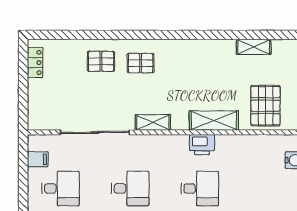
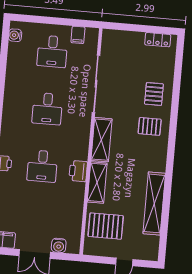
shelving: (254, 47) -> (154, 203), width x2.20, depth x1.33
pallet: (141, 63) -> (150, 126), turned 90
shelving: (153, 122) -> (101, 140), width x1.50, depth x1.33

